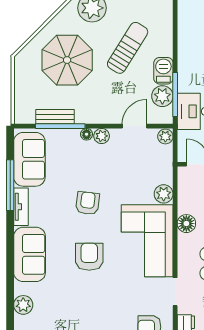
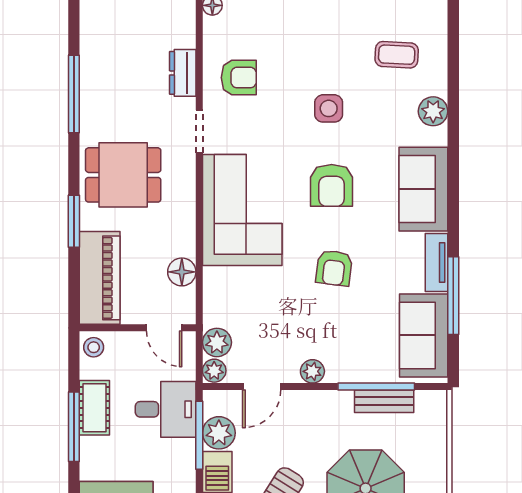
floor lamp: (87, 134) -> (336, 374), removed
plant: (164, 194) -> (217, 342), moved
floor lamp: (186, 224) -> (182, 272), moved
side table: (91, 307) -> (329, 108), added

